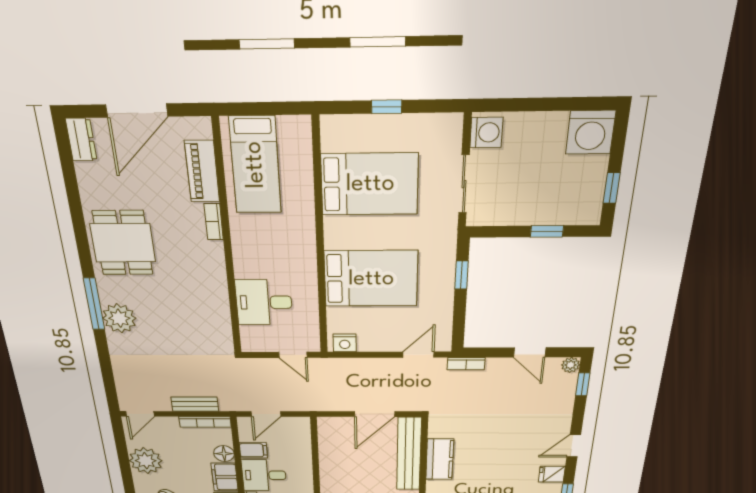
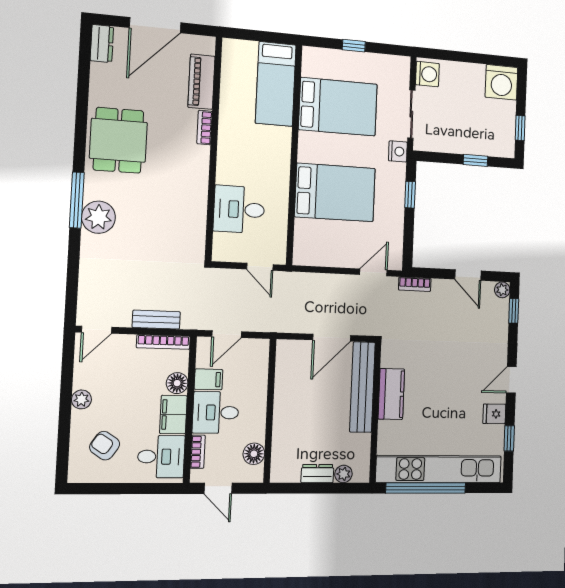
bed: (255, 165) -> (276, 84), moved
nightstand: (345, 343) -> (398, 151), moved, turned -90
plant: (146, 461) -> (81, 399), width x0.53, depth x0.53

